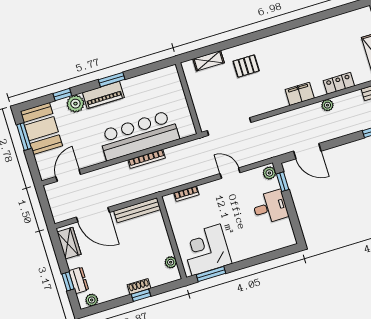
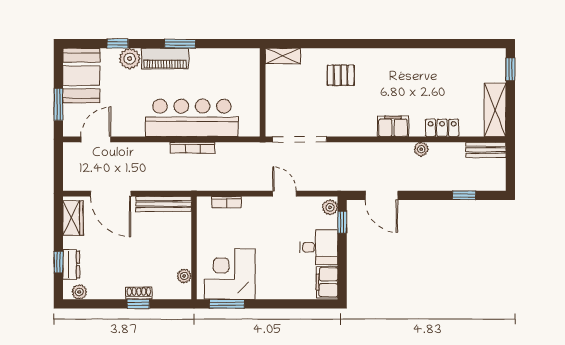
shelving: (209, 61) -> (283, 56), moved
window: (24, 137) -> (58, 104), moved
filing cabinet: (285, 233) -> (327, 282), added

